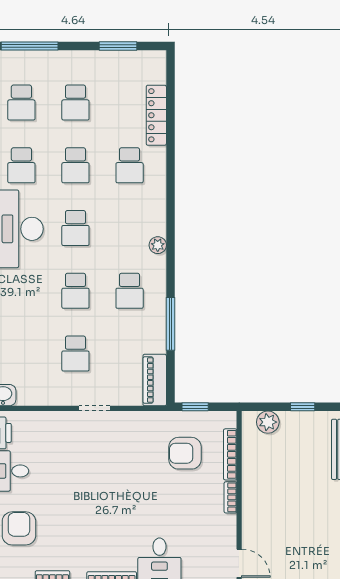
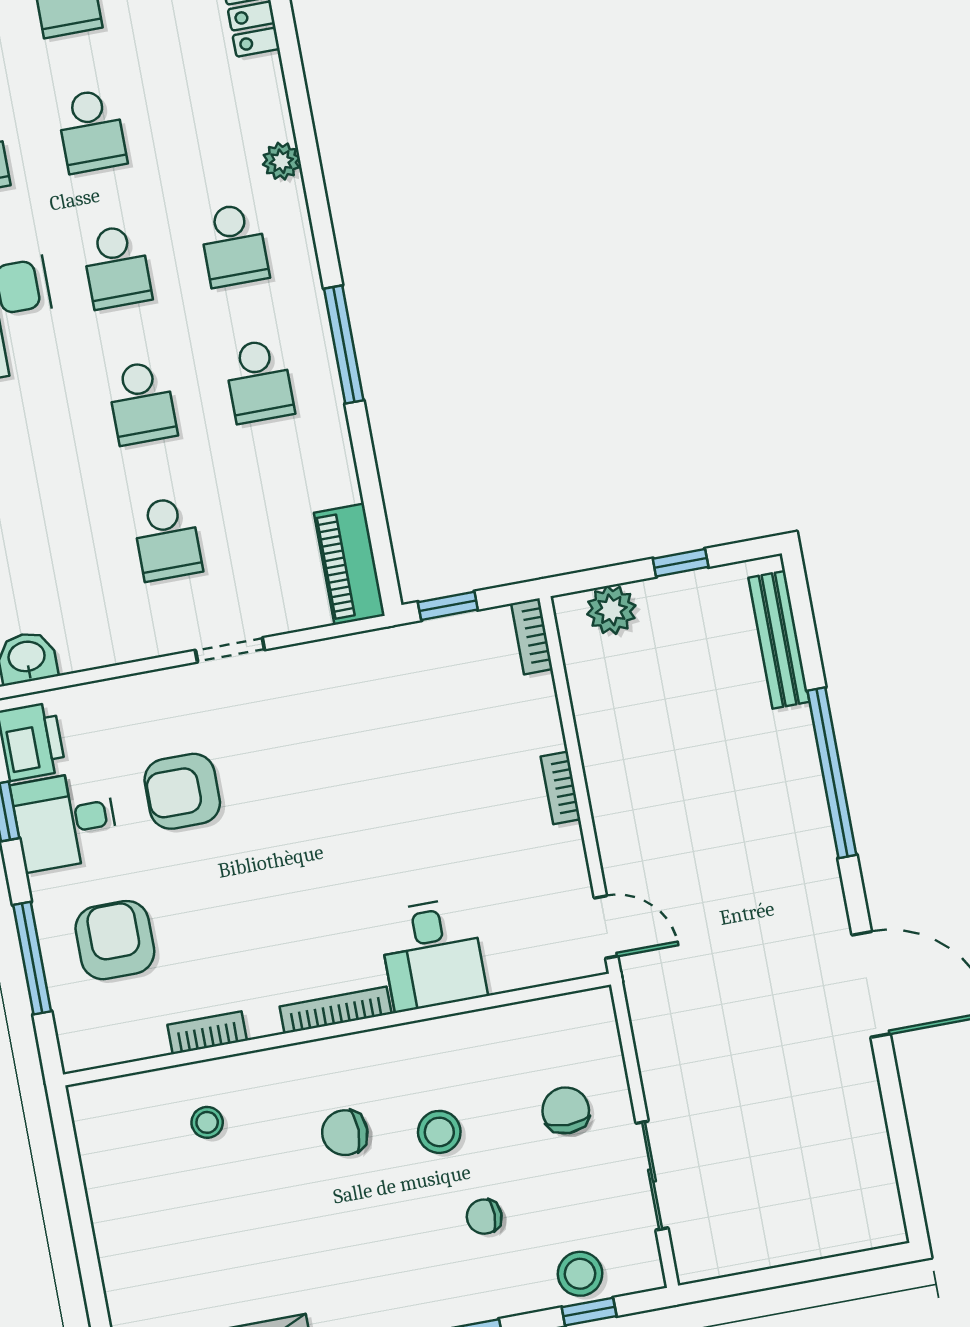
school desk: (130, 165) -> (234, 245), moved
plant: (158, 245) -> (281, 161), moved
window: (170, 324) -> (344, 344), moved
armchair: (185, 453) -> (182, 791), moved
bookcase: (230, 454) -> (532, 636), moved, width x0.64

